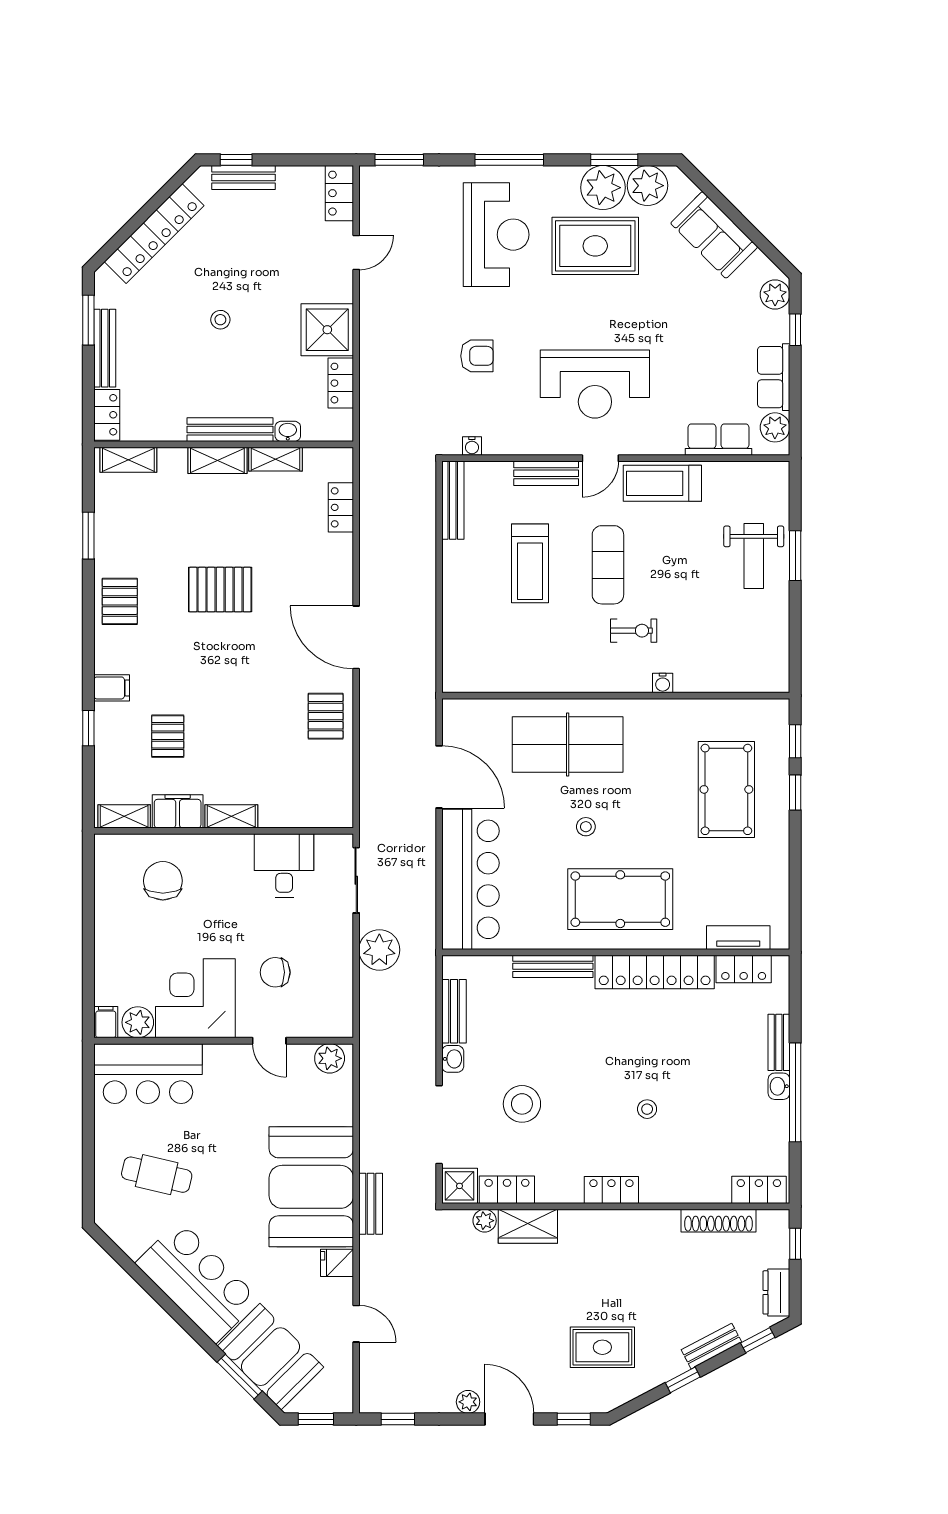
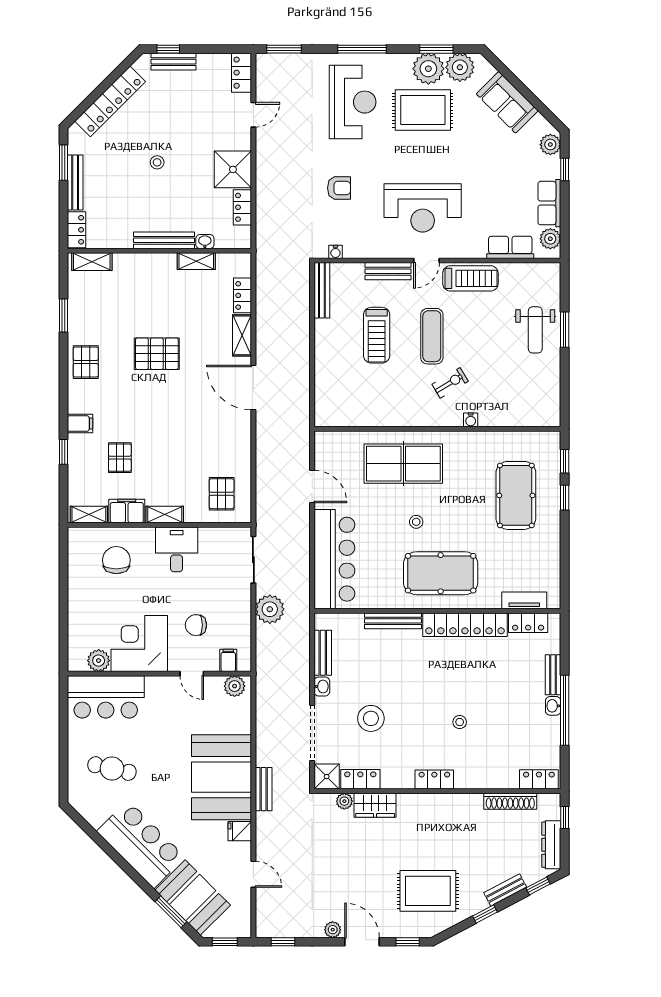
shelving: (217, 460) -> (242, 335), moved, turned 90
treadmill: (662, 483) -> (470, 278), turned 180
exercise bike: (634, 631) -> (450, 383), turned -31
pallet: (326, 716) -> (222, 494), moved
door: (439, 777) -> (312, 486), width x0.73
desk: (284, 866) -> (177, 549), moved
filing cabinet: (106, 1022) -> (228, 660), moved
dresser: (776, 1292) -> (551, 845), width x1.44
rug: (602, 1347) -> (428, 891), width x1.36, depth x1.43

